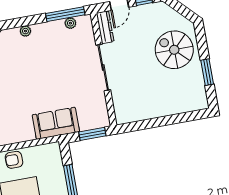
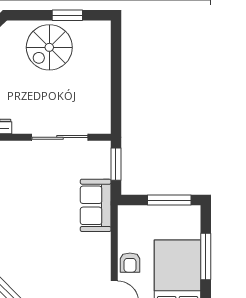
spiral stairs: (174, 50) -> (49, 47), moved
sliding door: (103, 68) -> (60, 137), moved

